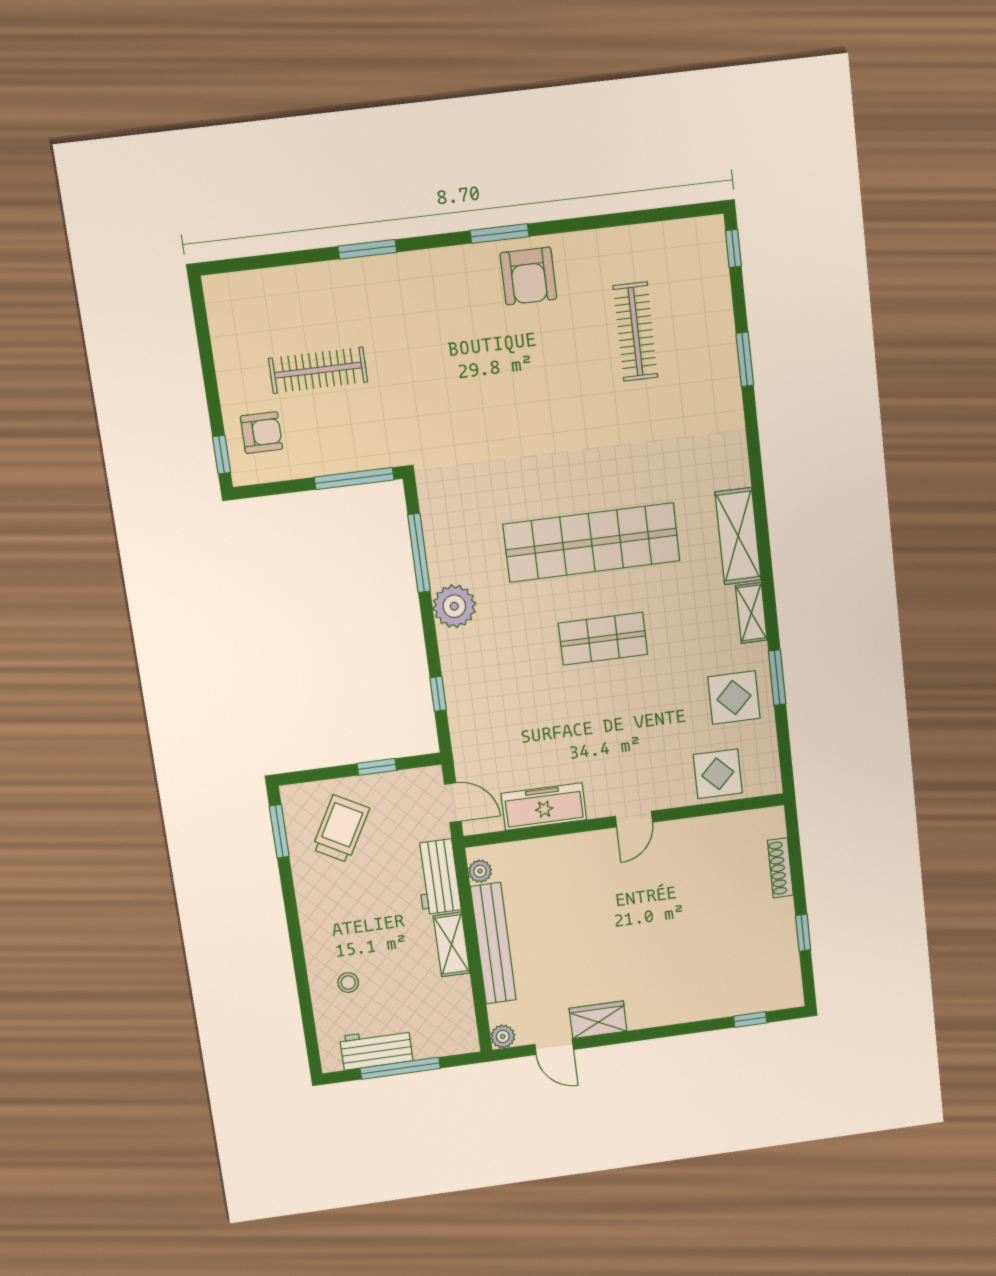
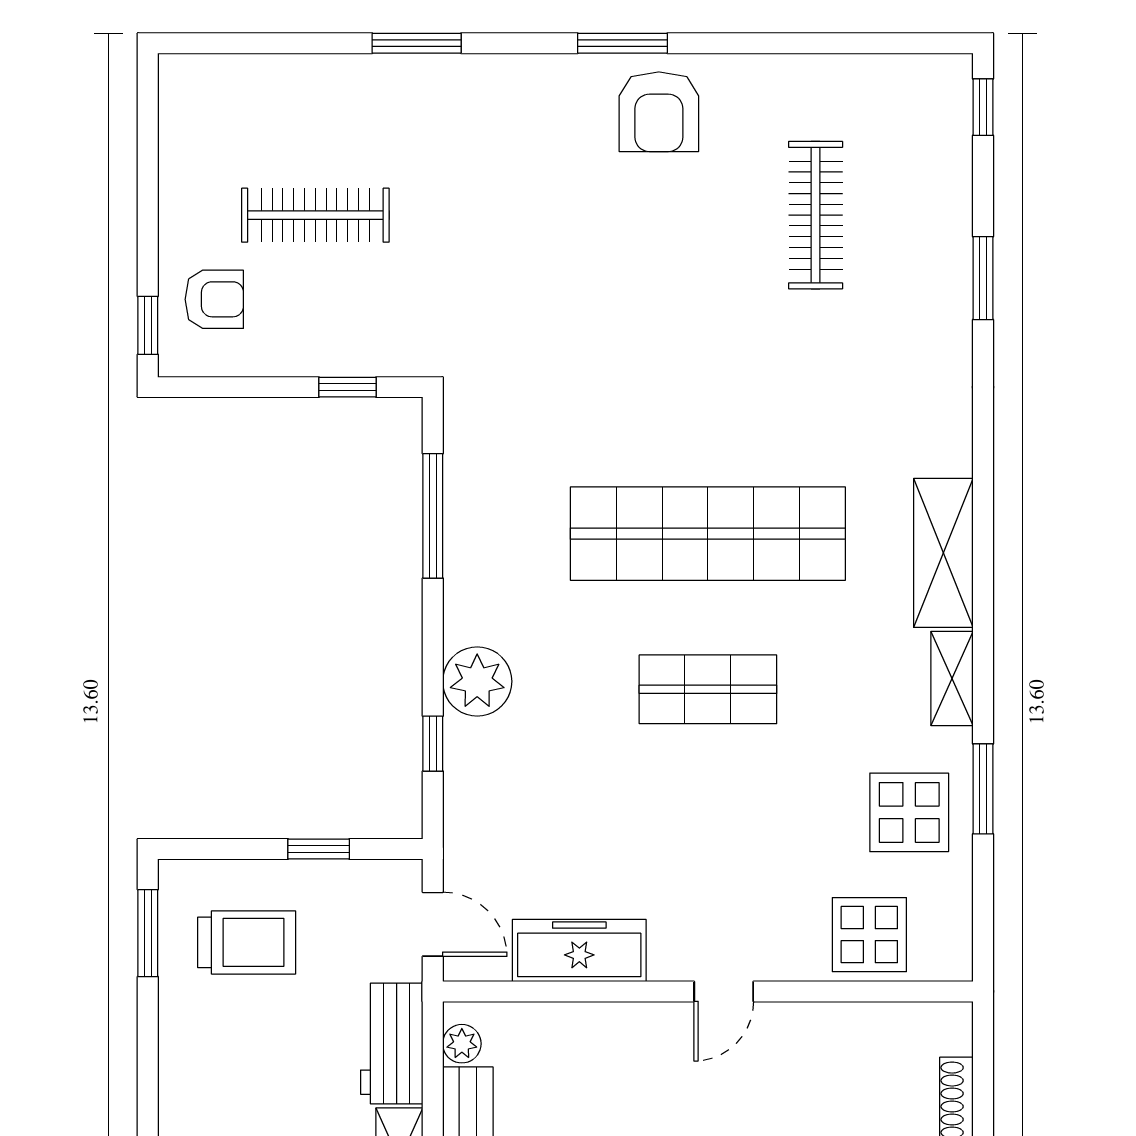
window: (354, 478) -> (348, 387), width x0.46
plant: (454, 606) -> (477, 681), moved
trolley: (341, 829) -> (247, 942), turned 61

